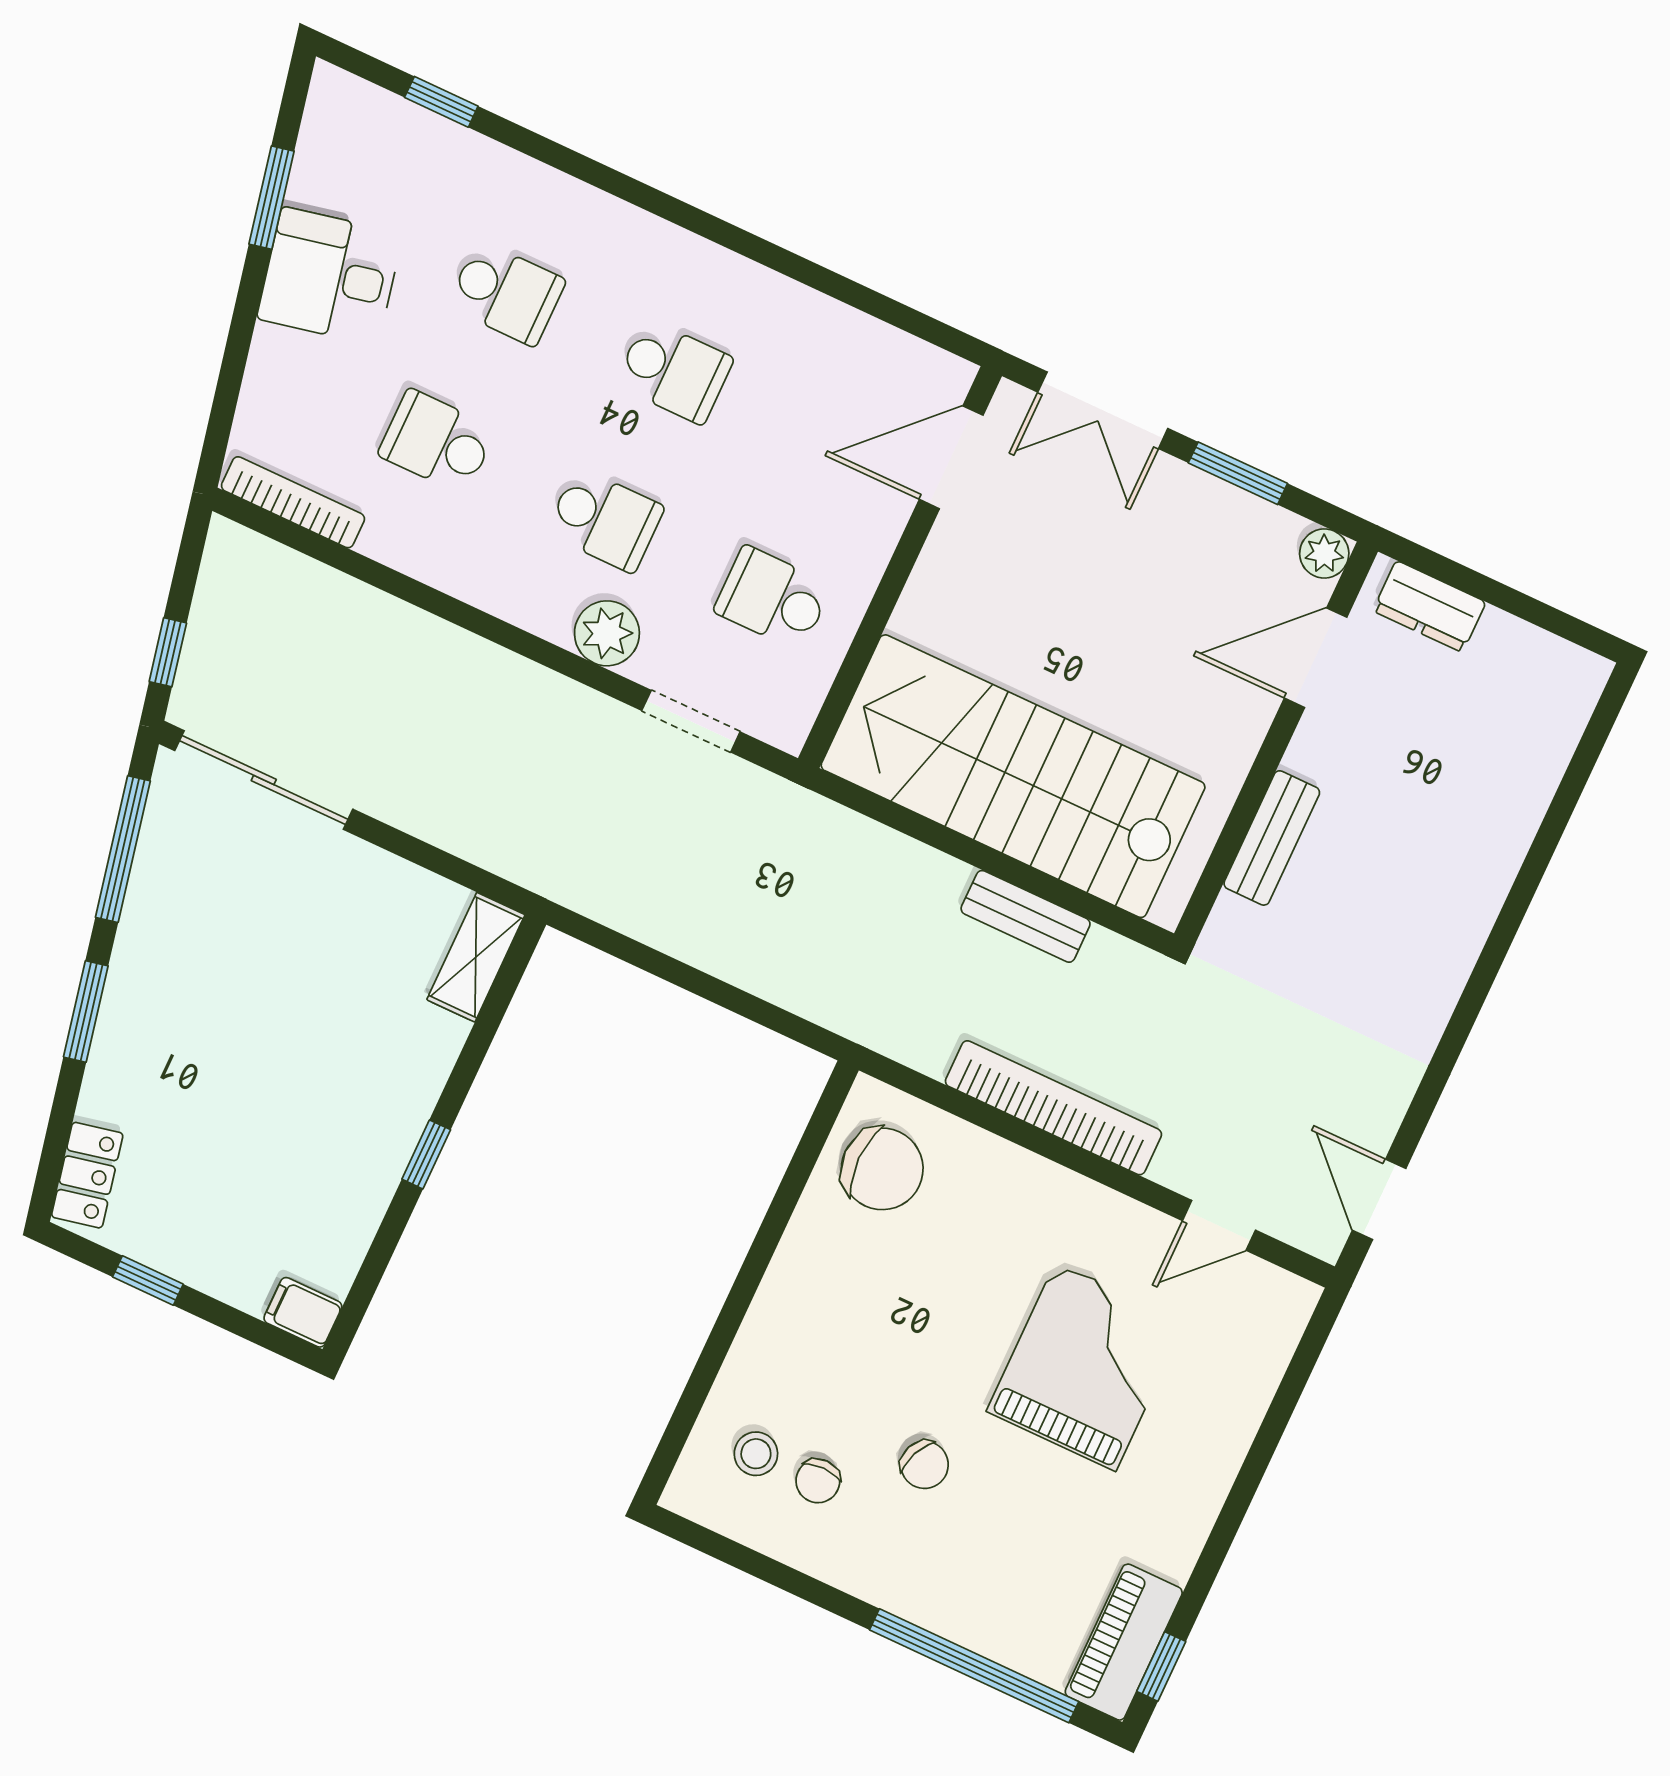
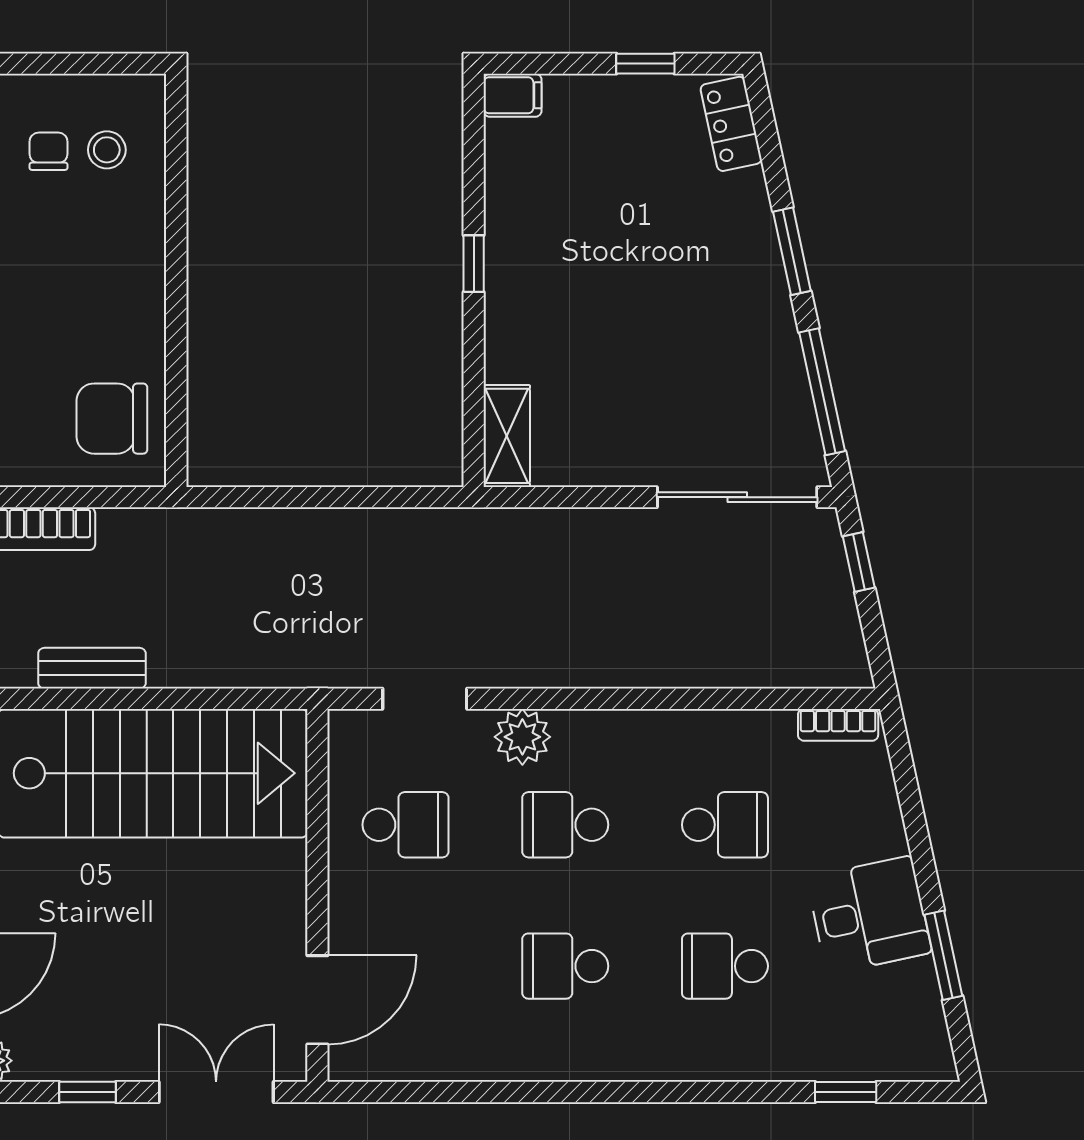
window: (1238, 473) -> (88, 1092), width x0.67
bookcase: (293, 502) -> (838, 725), width x0.64

